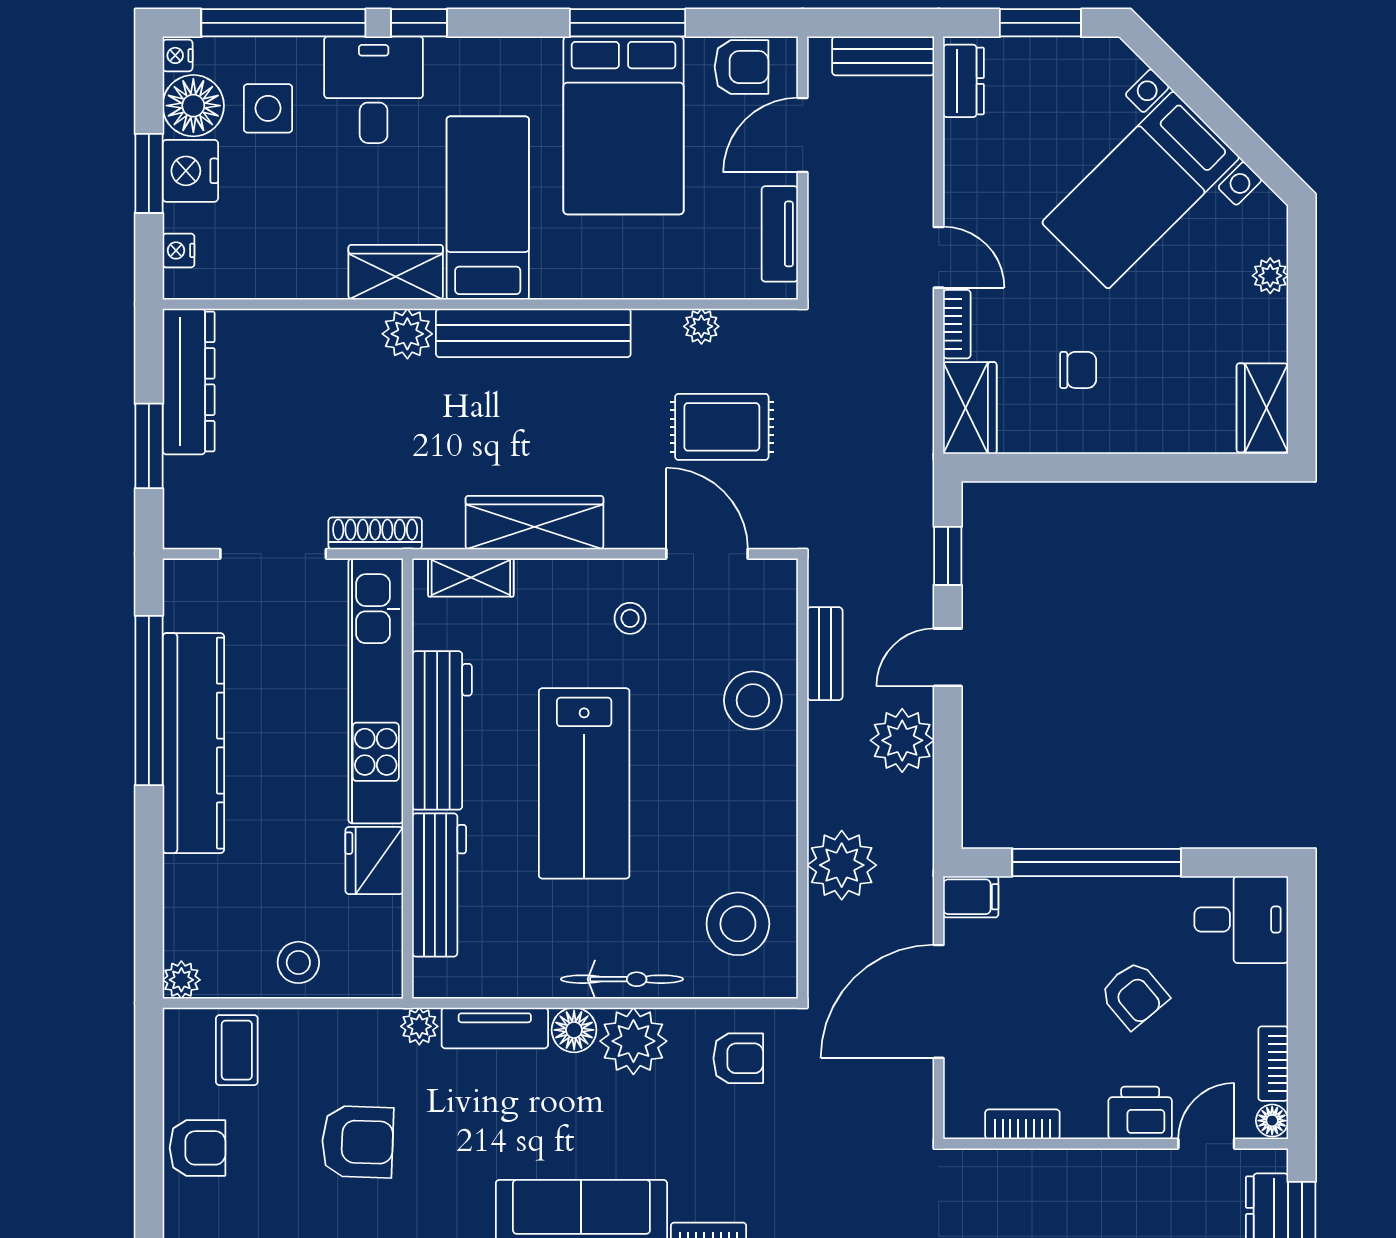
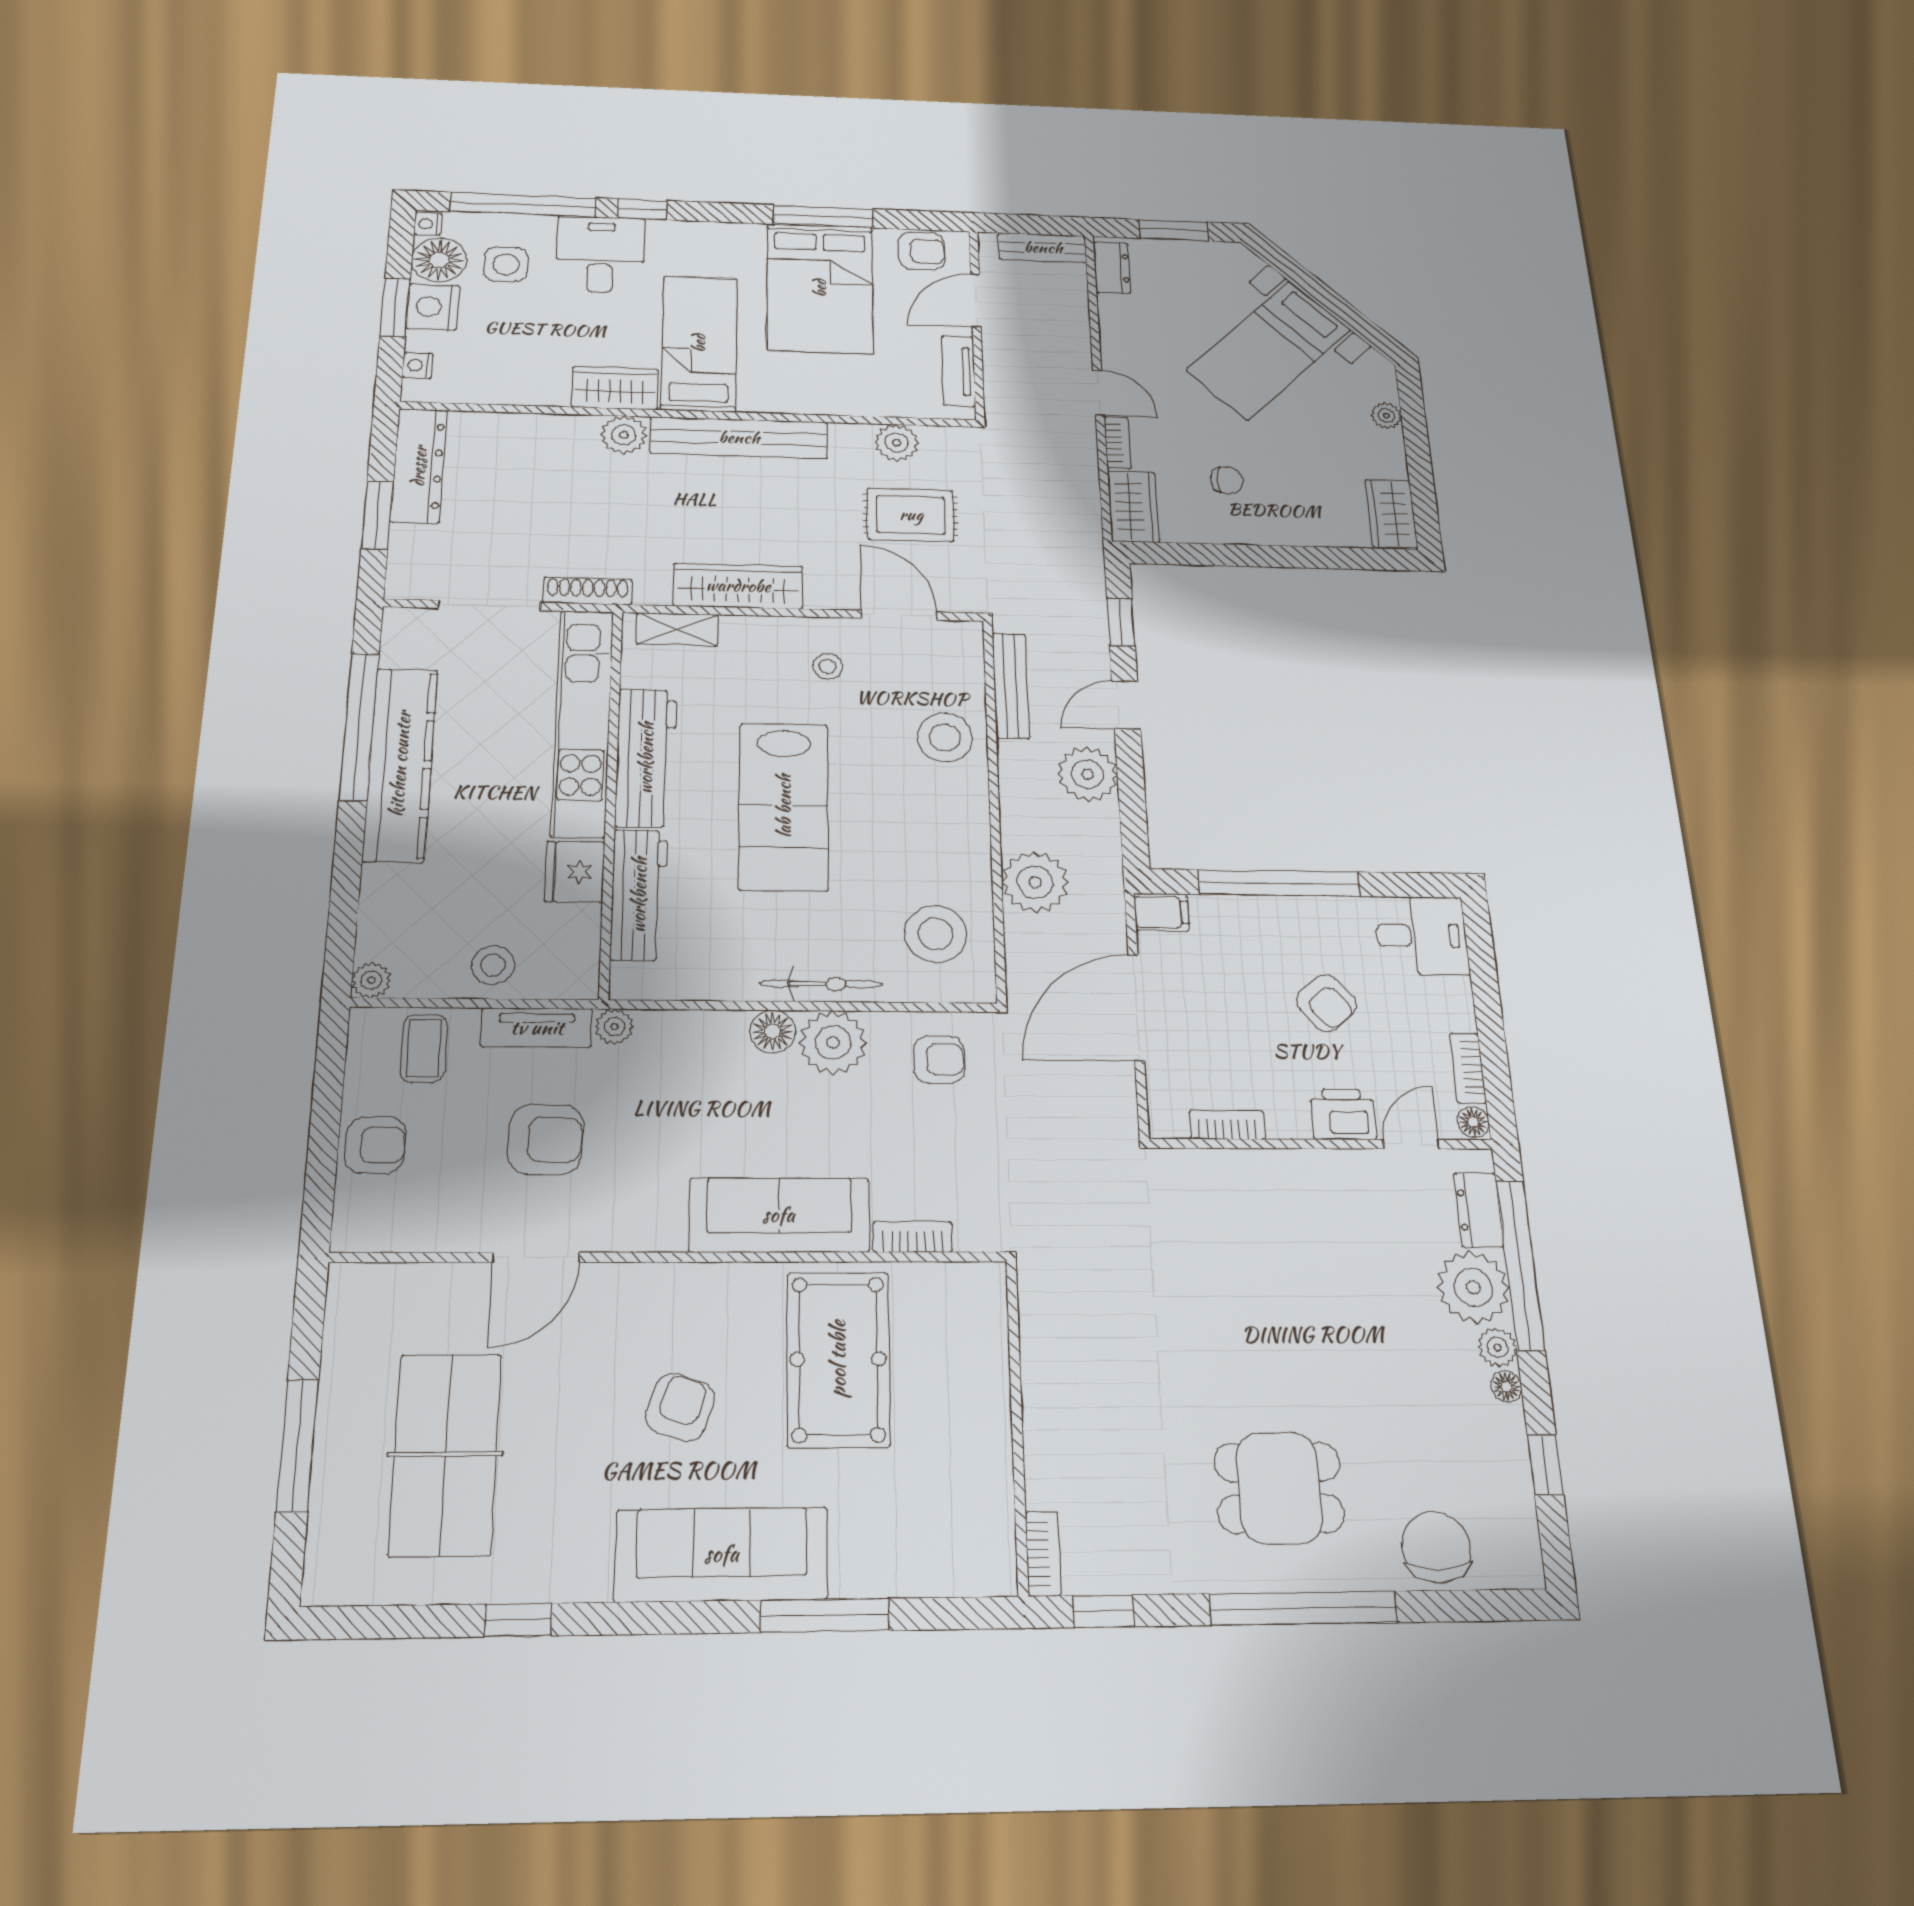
plant: (701, 326) -> (897, 443), width x1.38, depth x1.38
bench: (825, 654) -> (1011, 686), width x1.36
tv unit: (495, 1028) -> (537, 1028), moved

